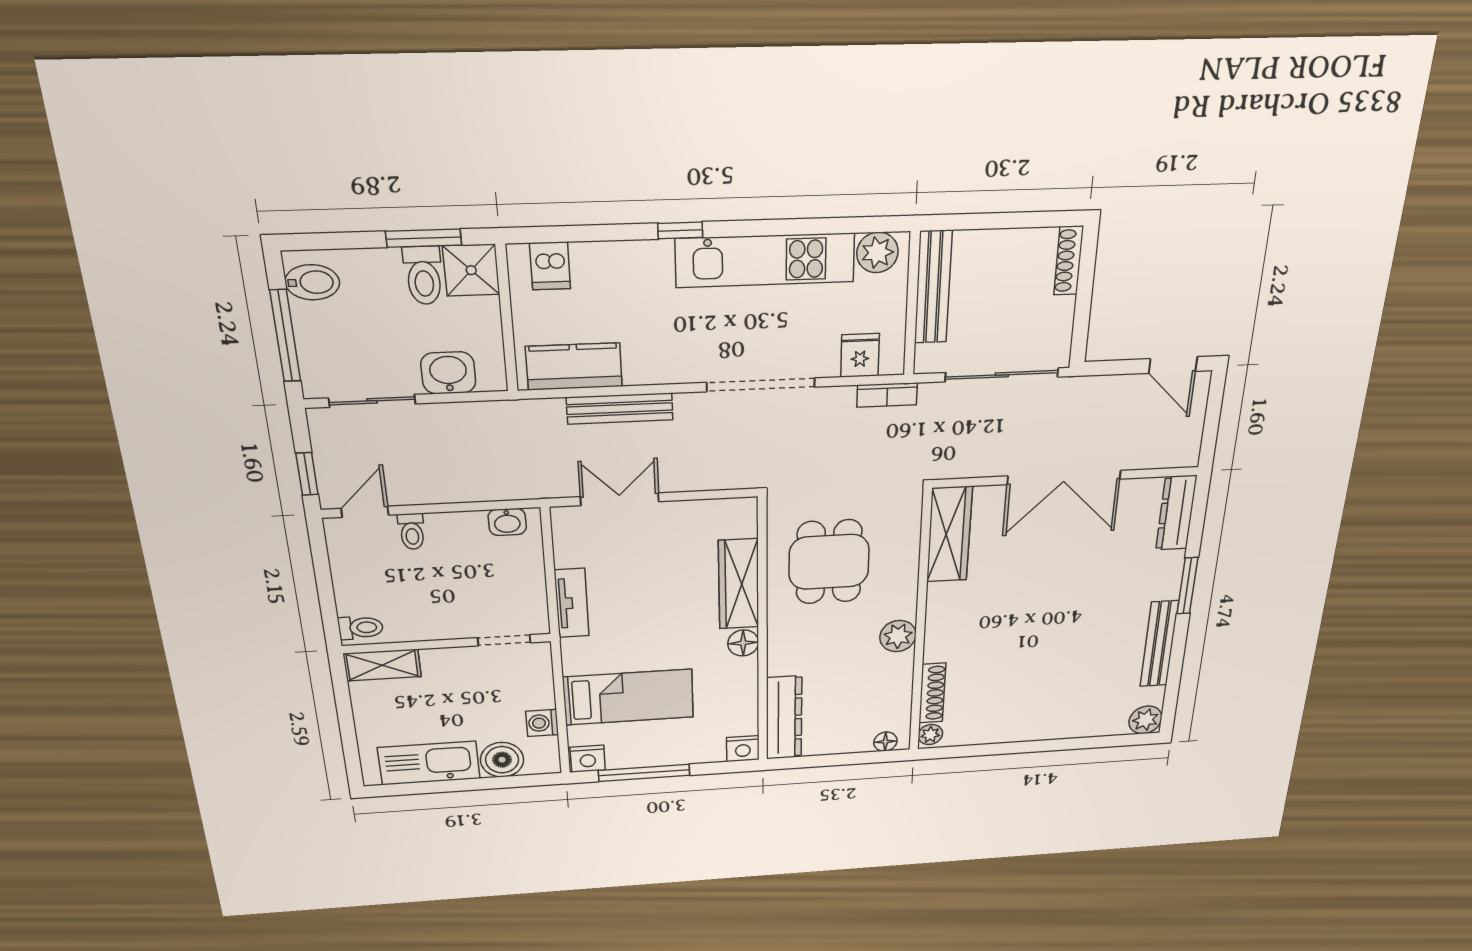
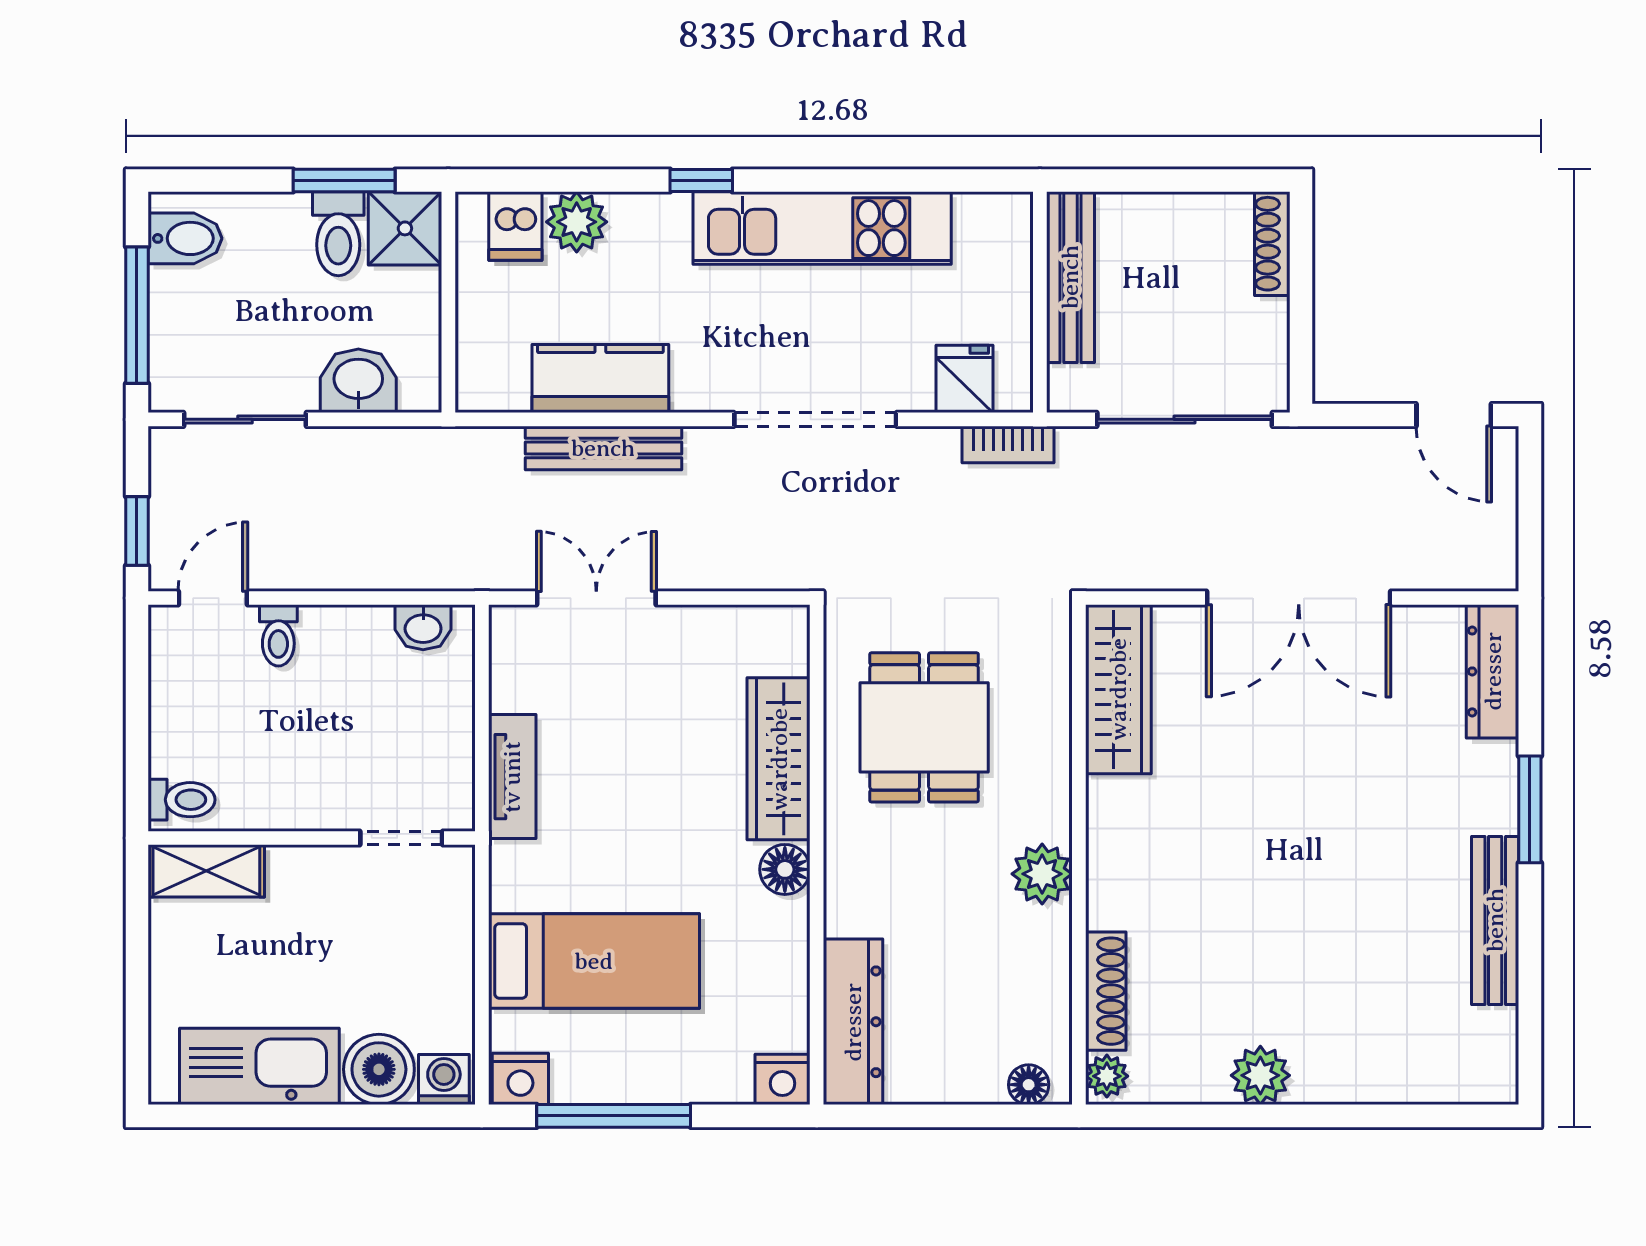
plant: (877, 252) -> (577, 222), moved
kitchen counter: (574, 366) -> (600, 379), moved
plant: (1145, 720) -> (1260, 1075), moved
washing machine: (542, 723) -> (444, 1080), moved, turned 90

